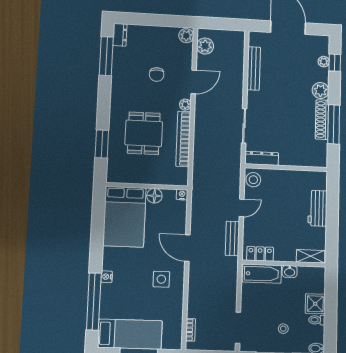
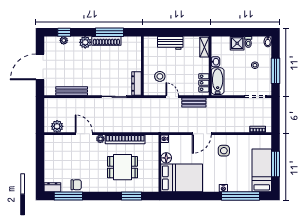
plant: (186, 36) -> (50, 140), removed
chair: (157, 75) -> (76, 185), moved
stool: (253, 180) -> (160, 76), moved

